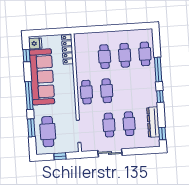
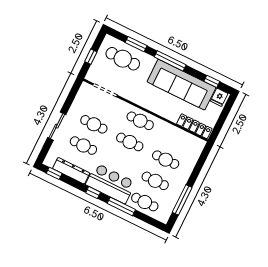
window: (127, 27) -> (182, 200), added
bar counter: (146, 87) -> (111, 183), added
sliding door: (110, 153) -> (57, 126), moved

